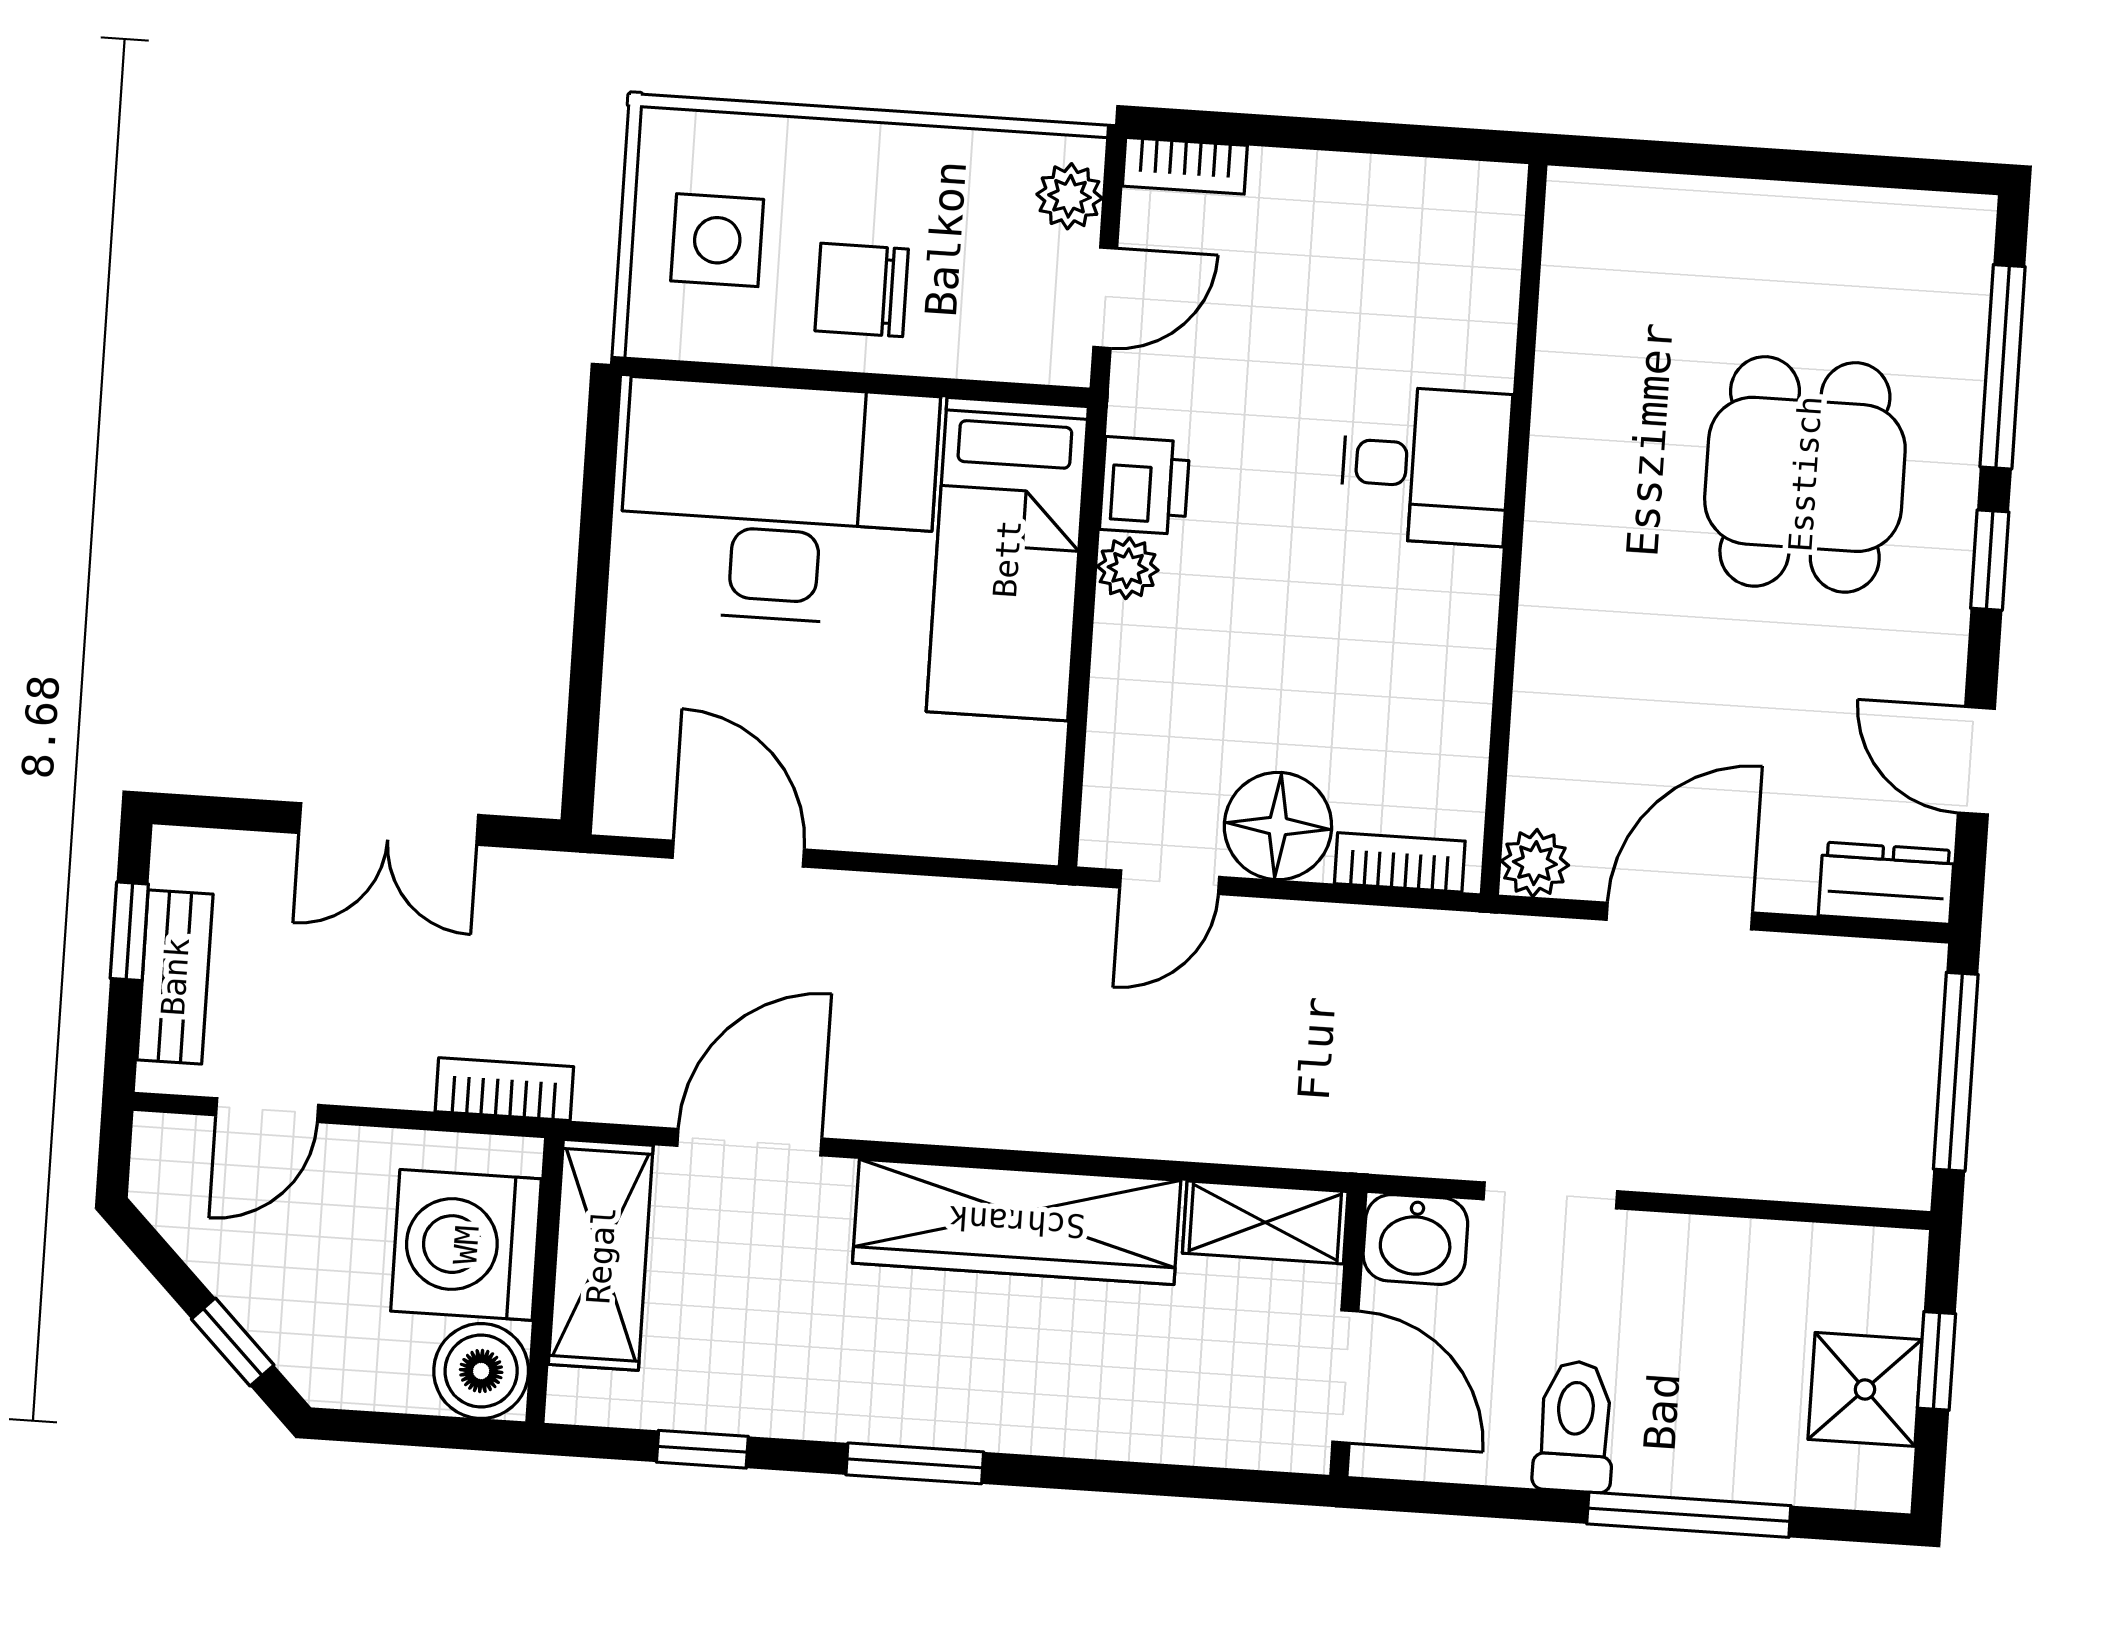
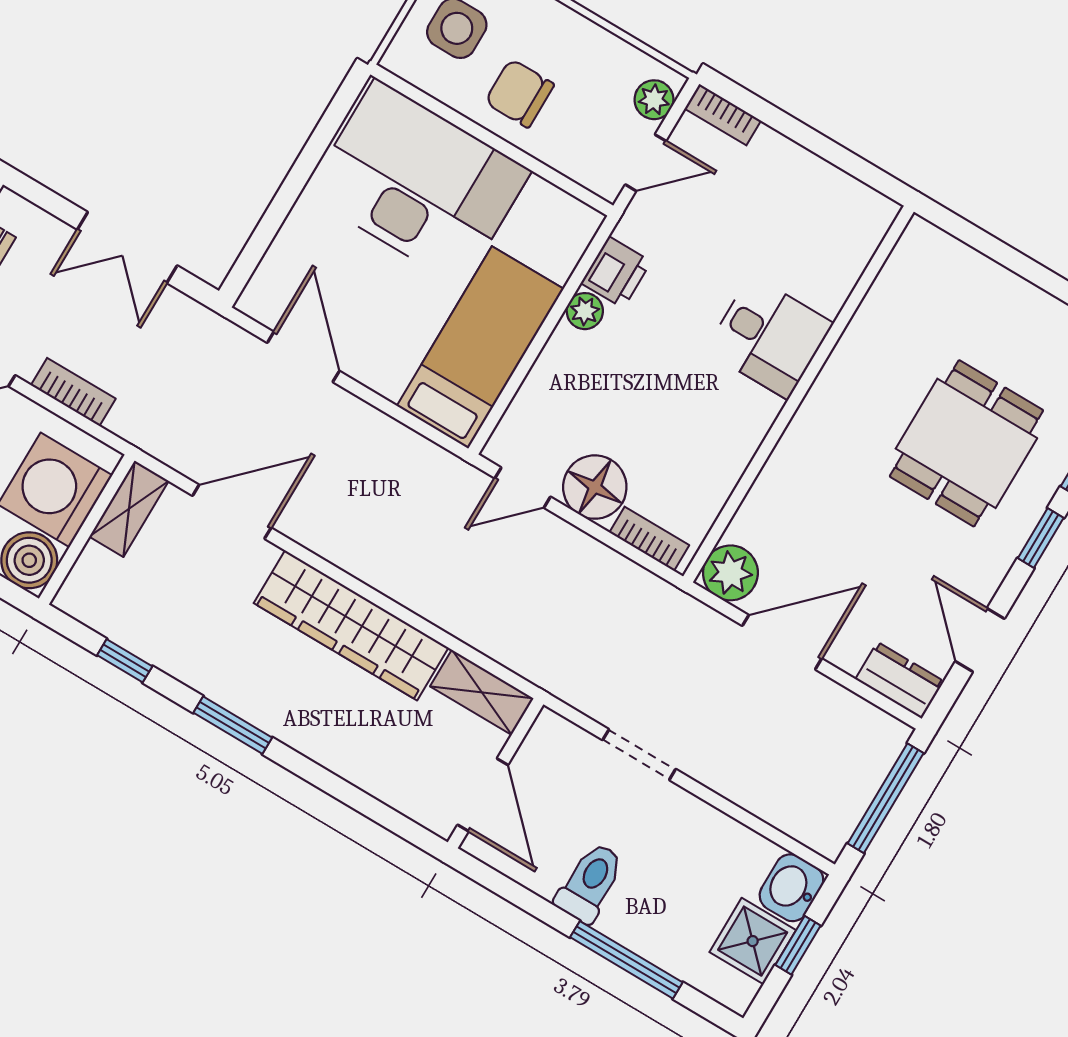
bed: (1007, 559) -> (480, 347), moved, turned 180
plant: (1535, 863) -> (730, 573), width x1.38, depth x1.38
bookcase: (504, 1089) -> (73, 392), moved
washbasin: (1415, 1239) -> (791, 888), moved, turned 90
shelving: (601, 1255) -> (129, 509), width x0.67, depth x0.75

